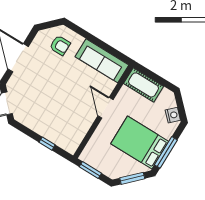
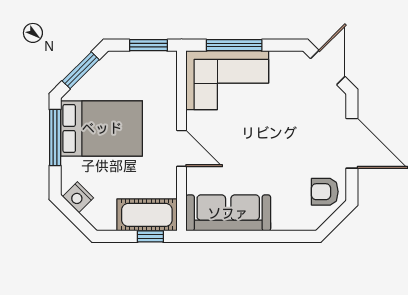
armchair: (60, 45) -> (325, 192), moved
window: (148, 73) -> (150, 236), added
corner sofa: (61, 128) -> (227, 80), added
window: (47, 144) -> (234, 45), width x2.17

